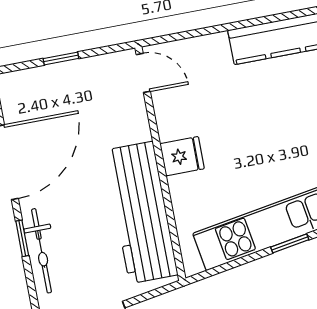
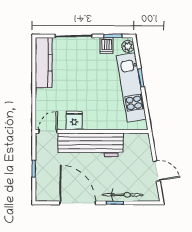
fridge: (182, 156) -> (74, 120), moved
workbench: (141, 212) -> (90, 145), moved

